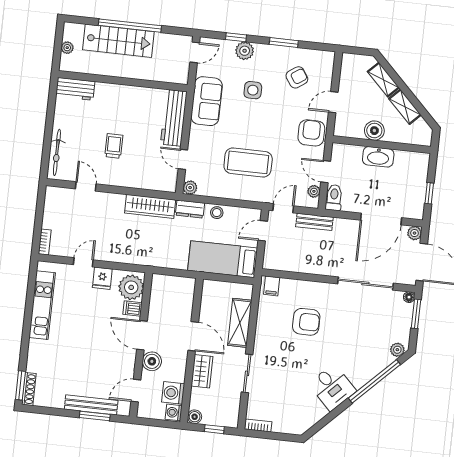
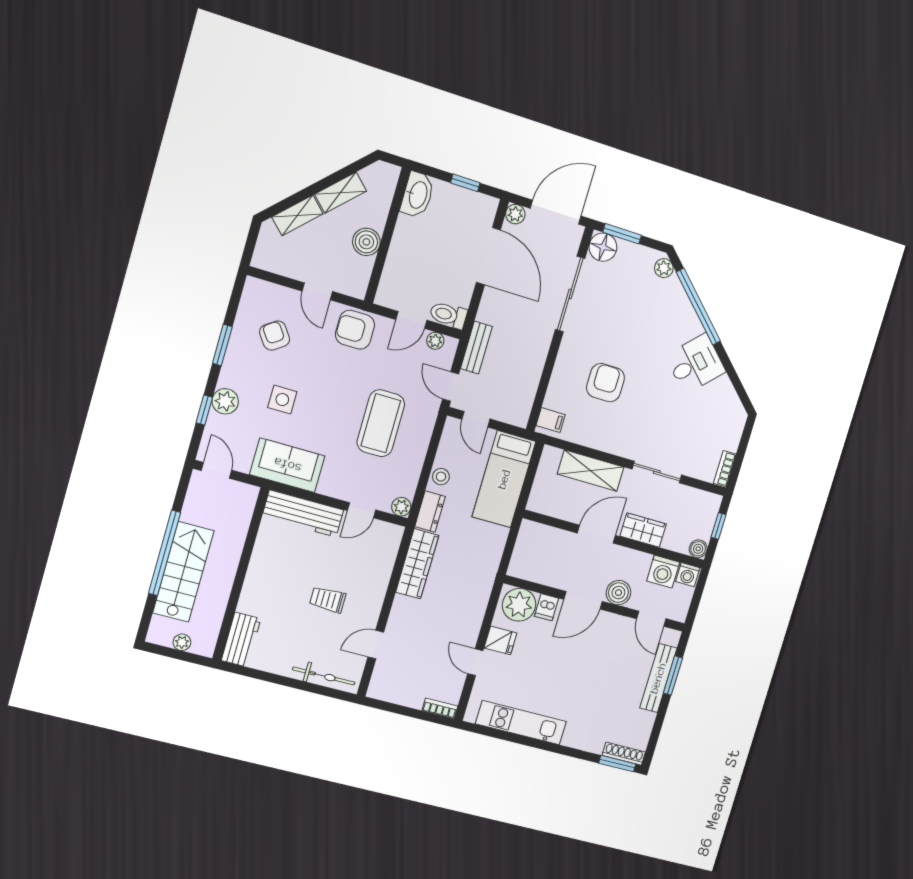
washbasin: (378, 157) -> (417, 195), moved
floor lamp: (409, 297) -> (603, 247), width x1.89, depth x1.89

